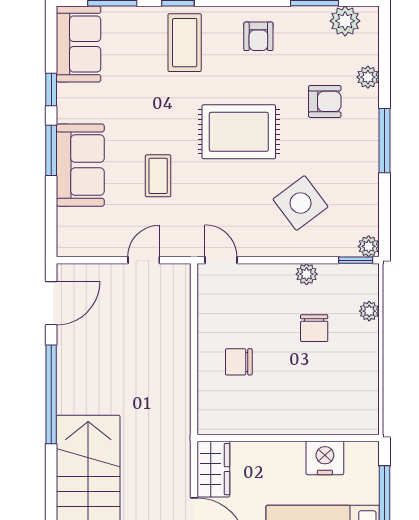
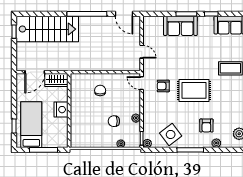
armchair: (258, 36) -> (163, 86), moved
rug: (239, 132) -> (194, 90), turned 90
coffee table: (158, 176) -> (176, 58), removed
side table: (301, 203) -> (171, 134), moved
door: (221, 260) -> (142, 83), swing flipped
nightstand: (325, 458) -> (61, 110), moved

